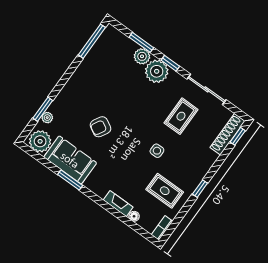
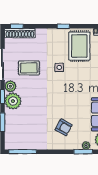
plant: (142, 56) -> (10, 86), moved
armchair: (100, 127) -> (64, 127), moved
rug: (165, 191) -> (79, 46), width x1.36, depth x1.43

